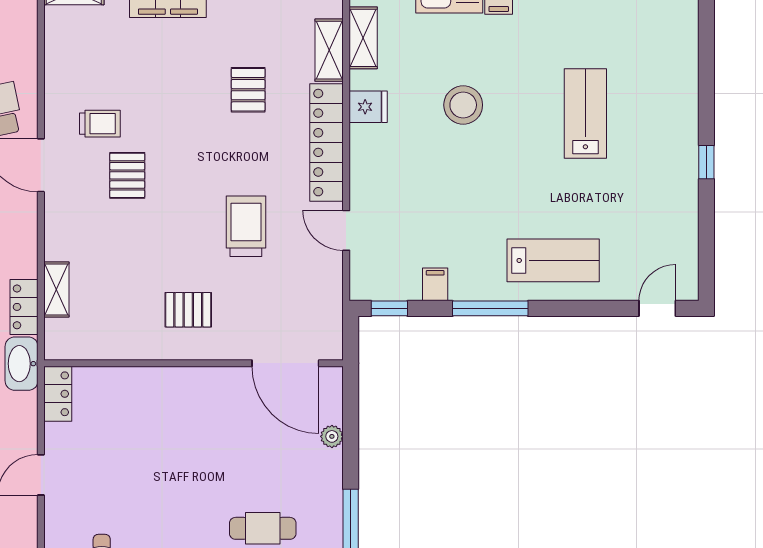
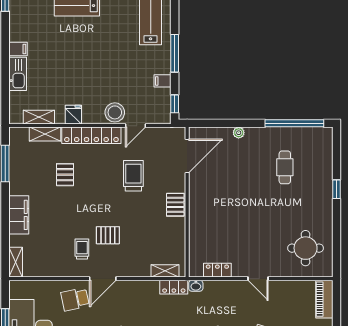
pallet: (248, 90) -> (65, 175), turned 90
stool: (463, 105) -> (115, 112), moved
trolley: (246, 226) -> (133, 176), turned 90
wall: (194, 363) -> (187, 202), moved
door: (285, 363) -> (187, 156), moved
washbasin: (22, 364) -> (196, 286), width x0.52, depth x0.69

